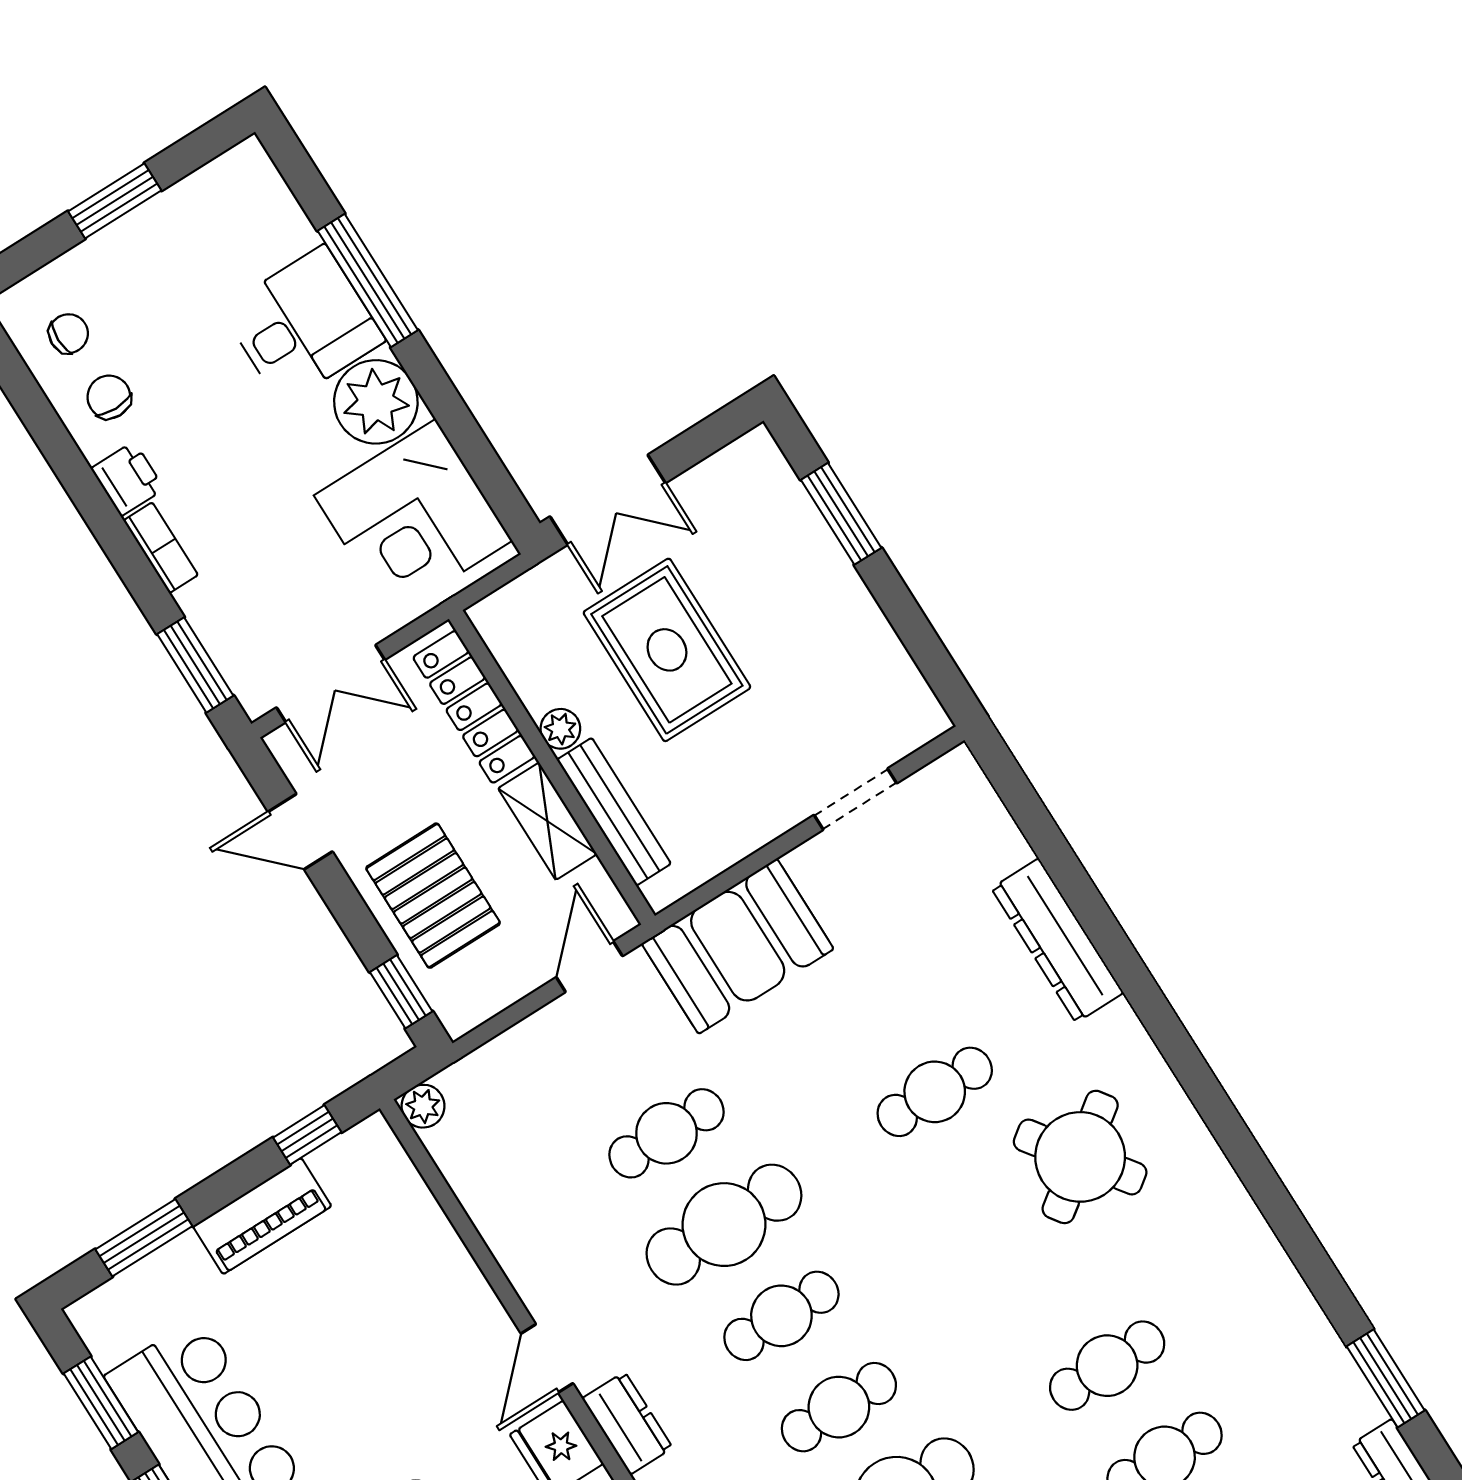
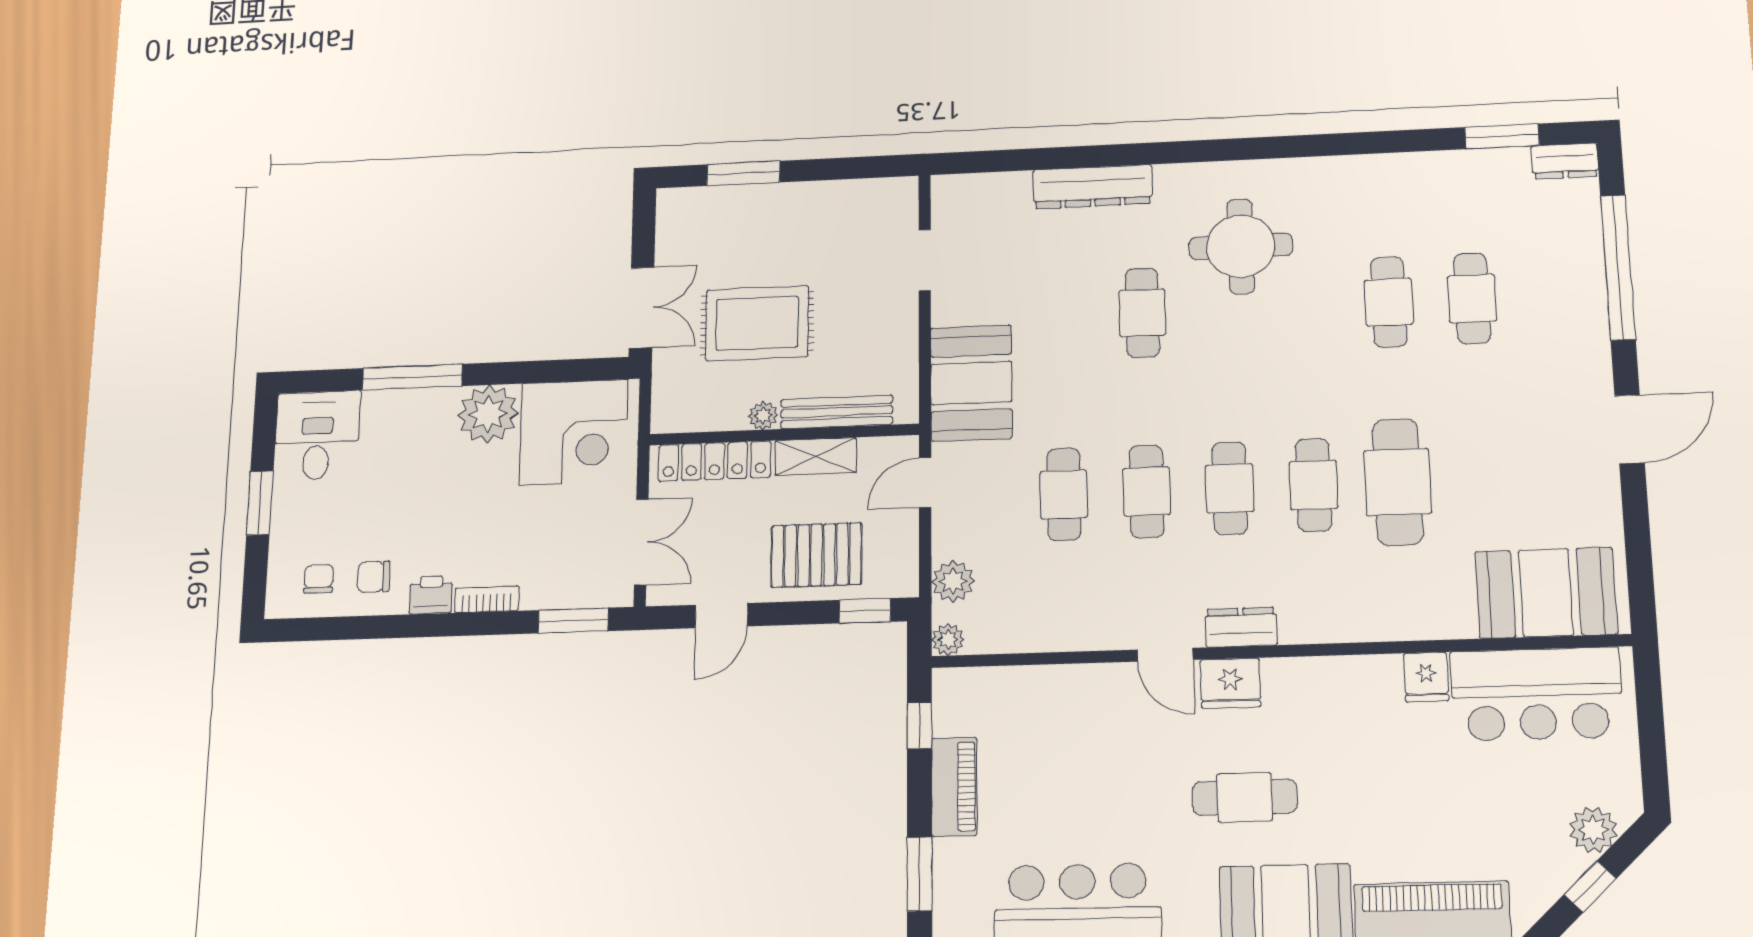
desk: (303, 325) -> (317, 435), moved
door: (589, 967) -> (925, 482), hinge flipped
plant: (493, 1070) -> (953, 581), added
round table: (1080, 1157) -> (1241, 246), turned 36
cafe table: (724, 1225) -> (1147, 491), width x0.73, depth x0.74

